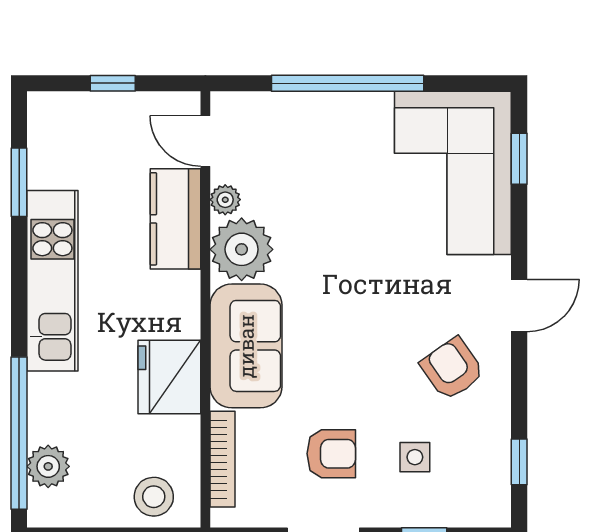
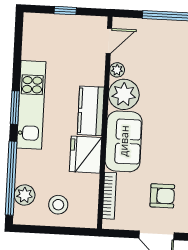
door: (205, 141) -> (109, 41), swing flipped
window: (19, 182) -> (15, 108), moved
kitchen counter: (176, 219) -> (91, 111), moved
stool: (154, 497) -> (58, 205), moved

